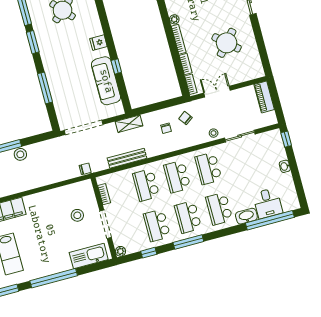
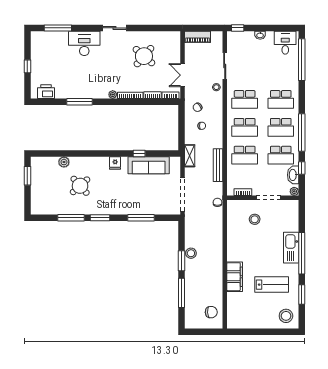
desk: (268, 203) -> (285, 43), moved, turned -90
washbasin: (246, 216) -> (293, 175), moved
window: (188, 242) -> (302, 133), width x1.46
kitchen sink: (89, 256) -> (291, 248), moved

